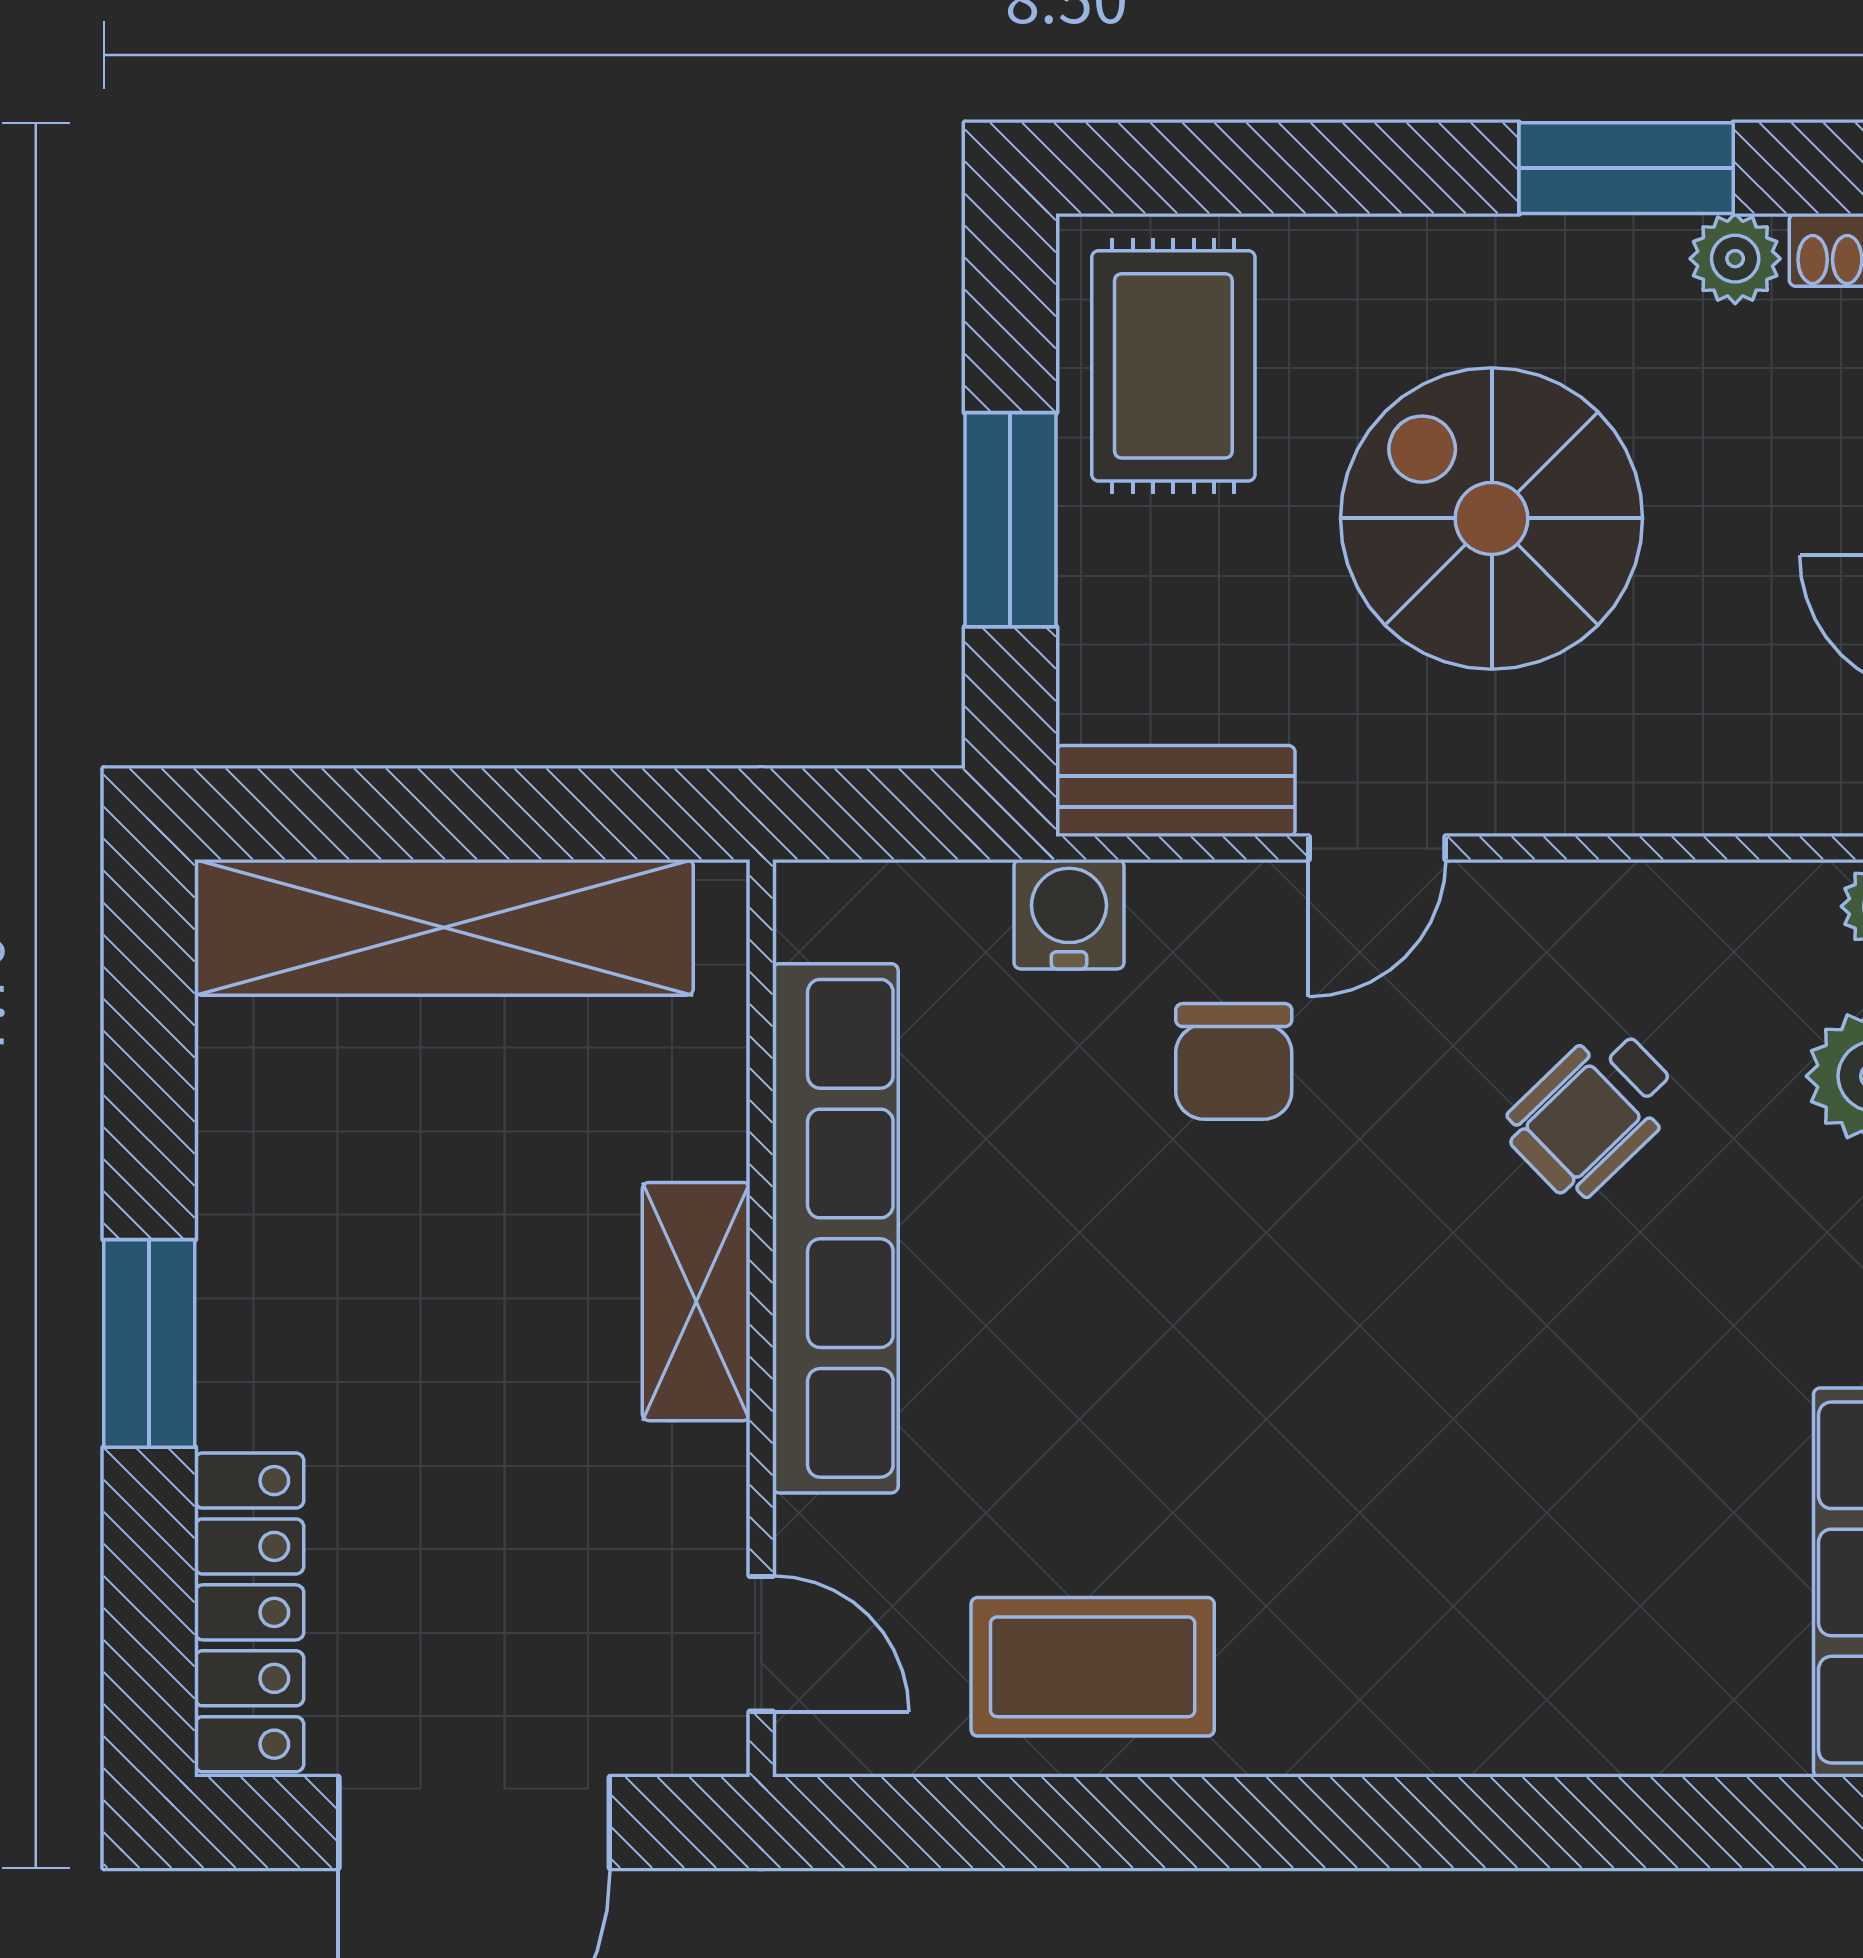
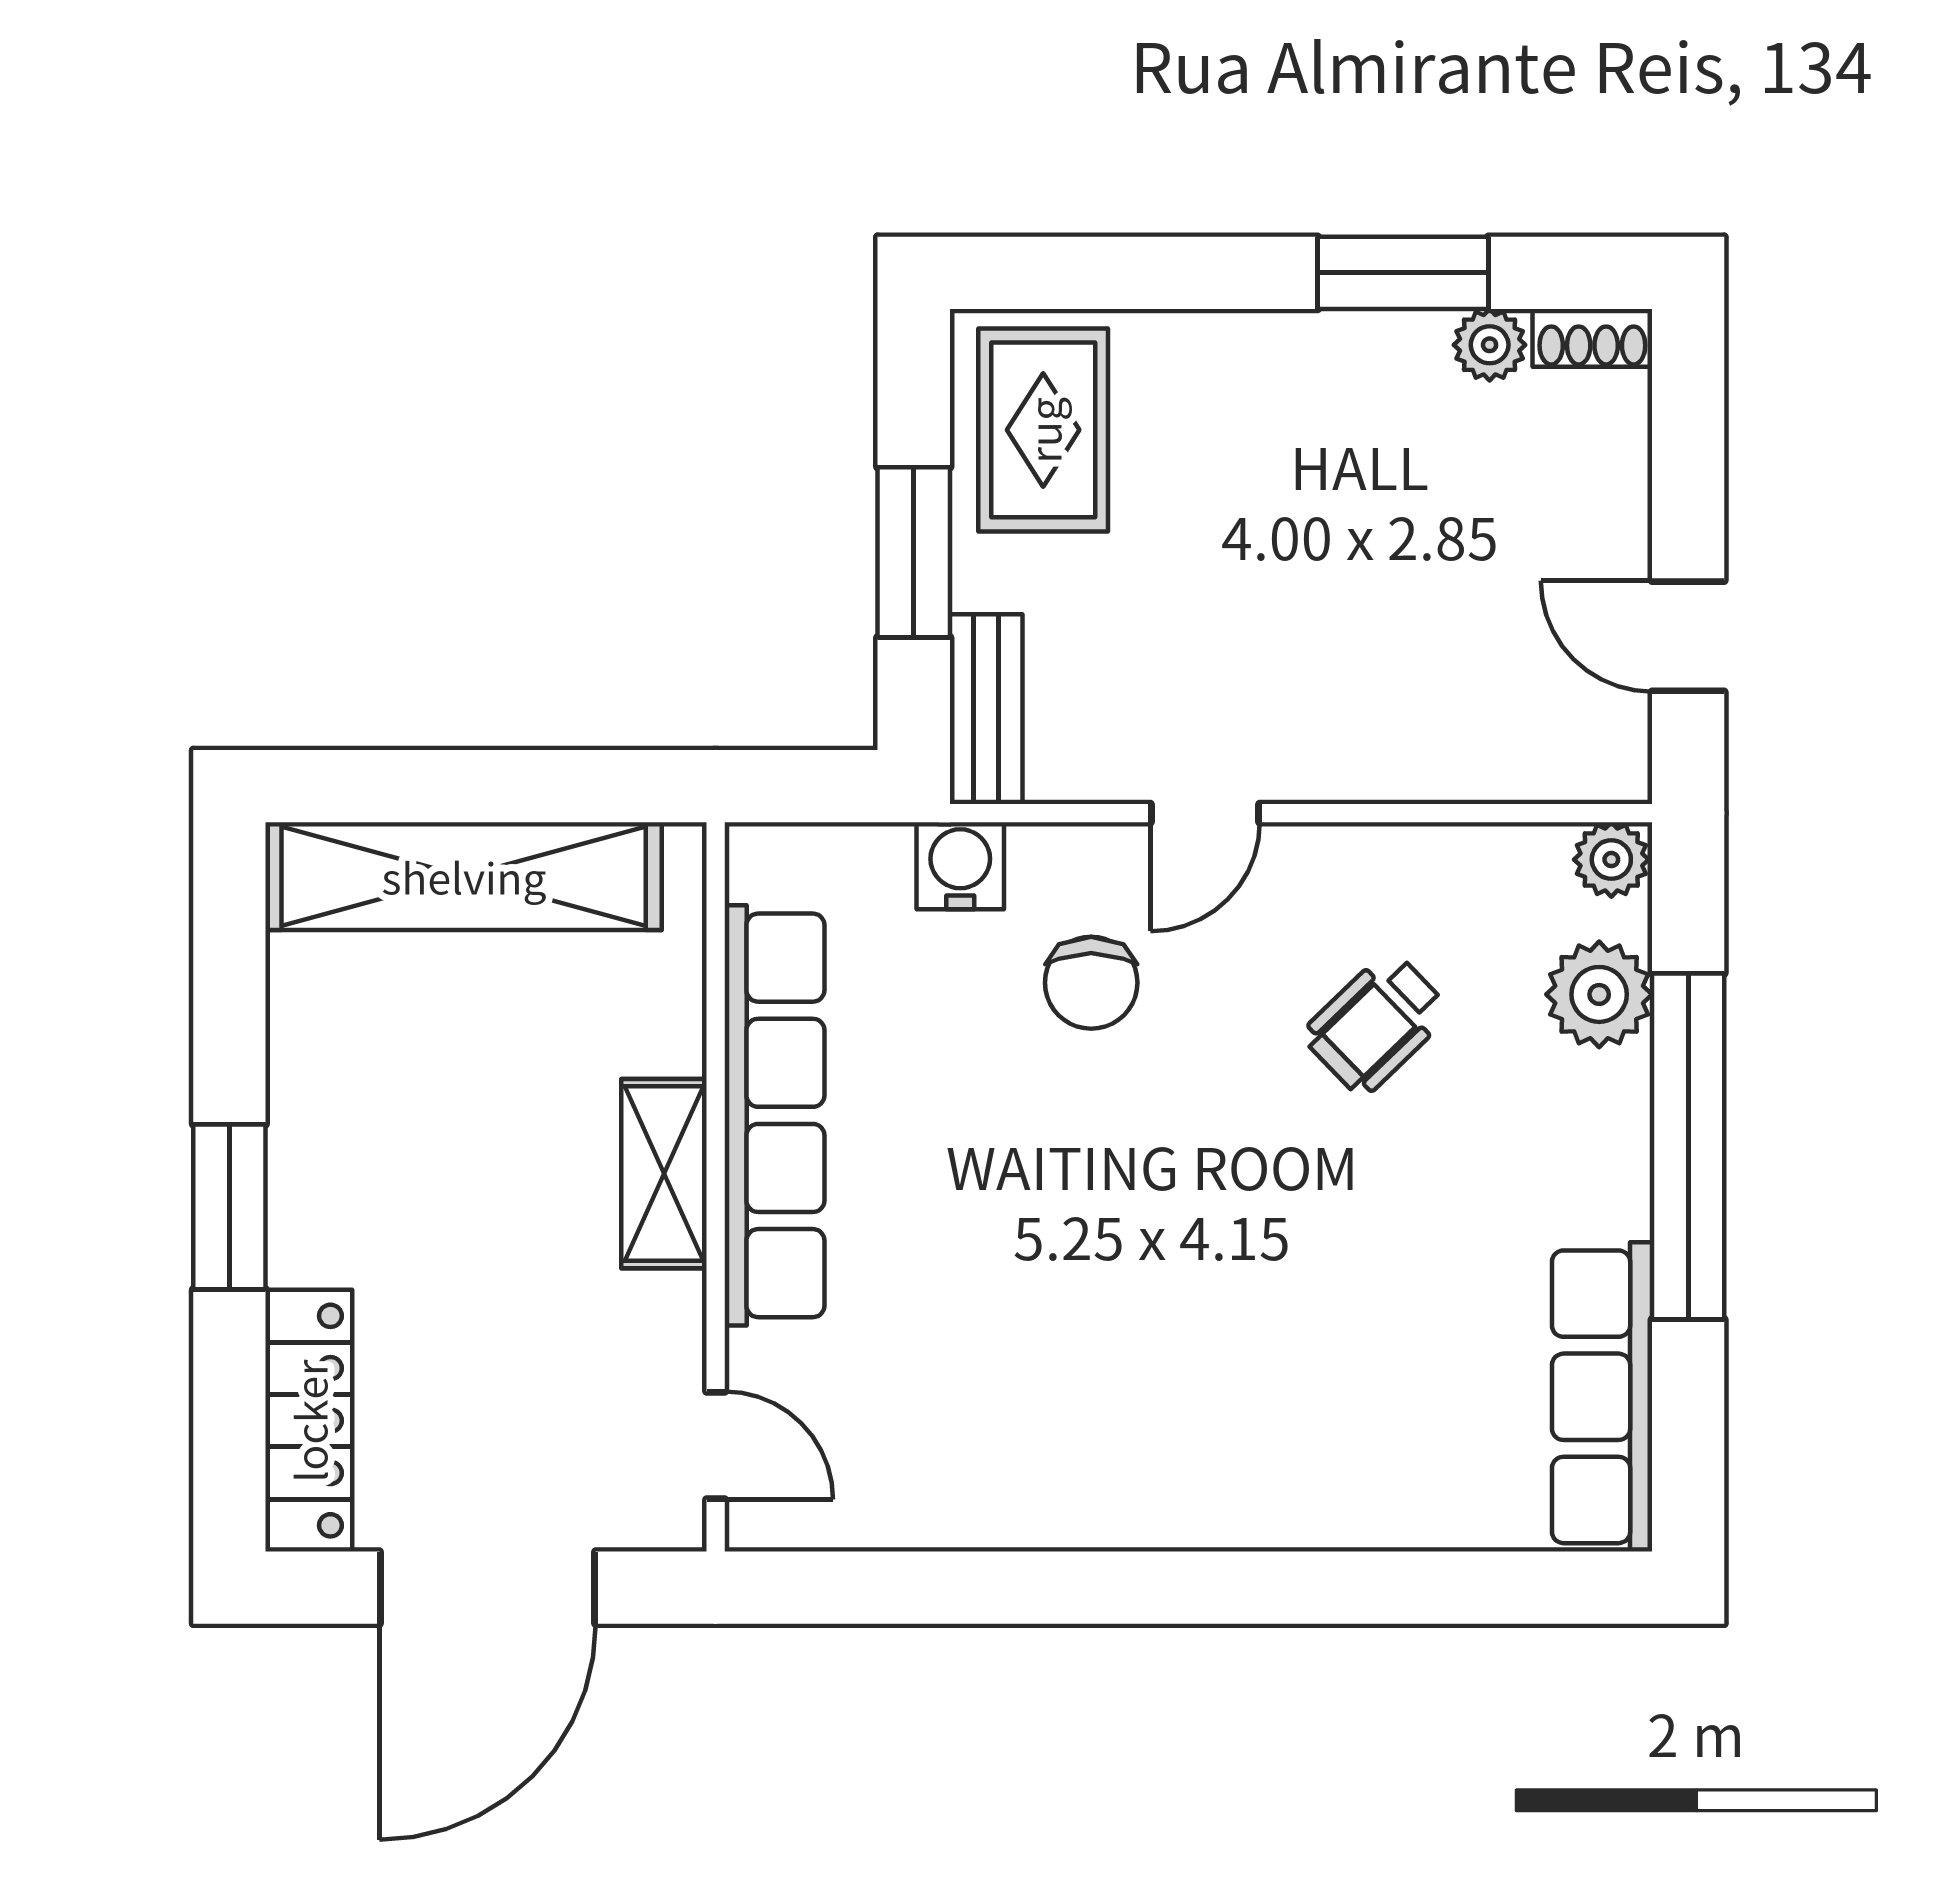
spiral stairs: (1492, 518) -> (1296, 551), removed
bench: (1175, 791) -> (986, 709), moved, turned 90
coffee table: (1093, 1667) -> (979, 1464), removed

